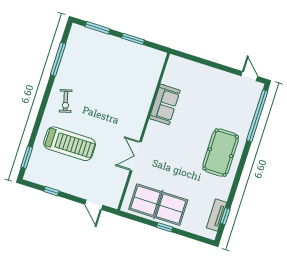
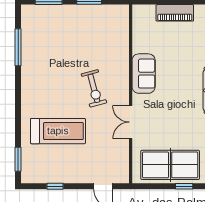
piano: (205, 73) -> (175, 13), added
exercise bike: (66, 101) -> (94, 88), moved, width x1.38, depth x1.39
sofa: (165, 104) -> (144, 74), moved

